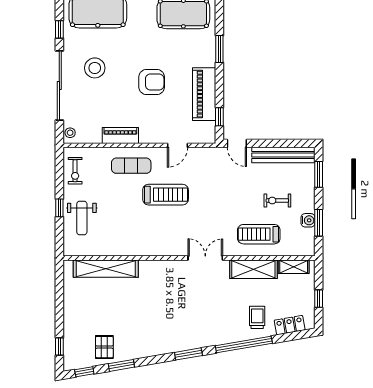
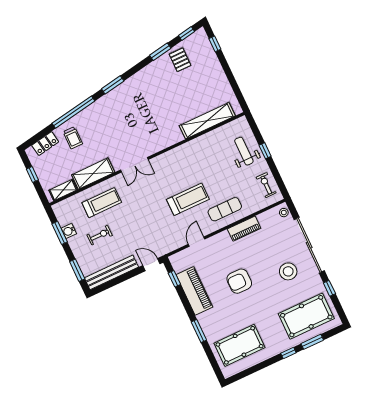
treadmill: (166, 195) -> (188, 199), turned 180

